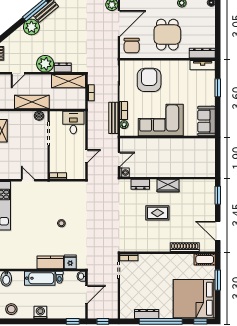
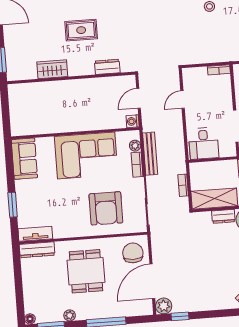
washing machine: (125, 173) -> (133, 121), moved
wardrobe: (168, 186) -> (52, 69), moved

